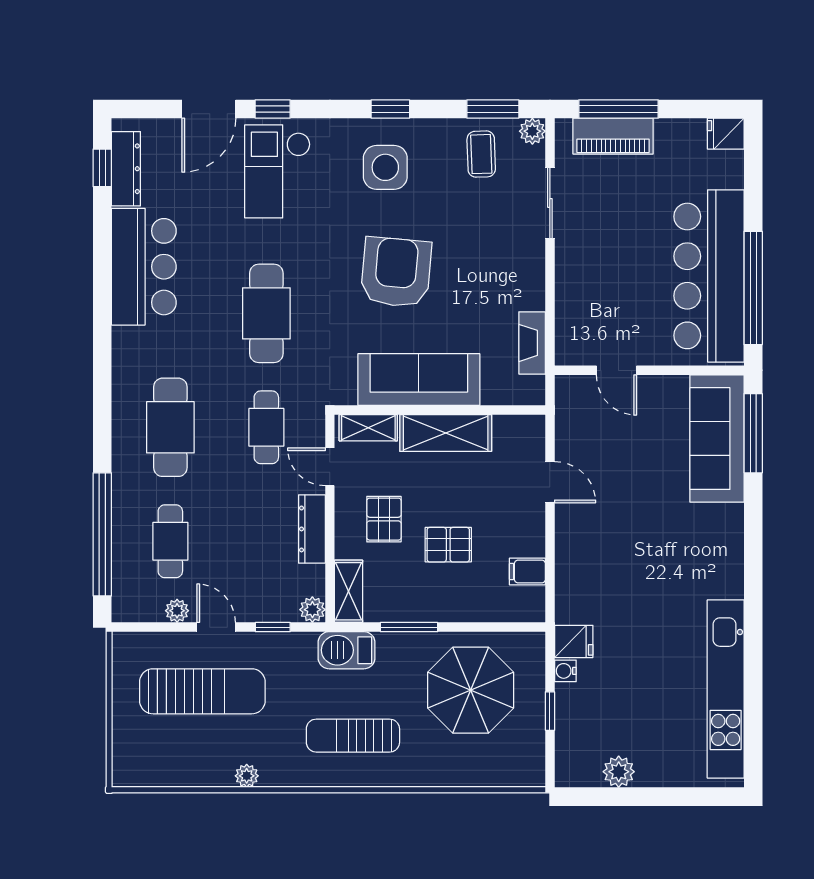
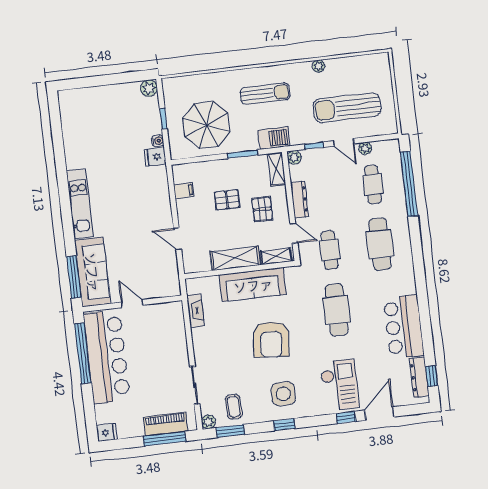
door: (616, 370) -> (132, 304), moved
kitchen unit: (726, 689) -> (80, 204), moved, width x0.73
plant: (619, 772) -> (149, 88), moved

